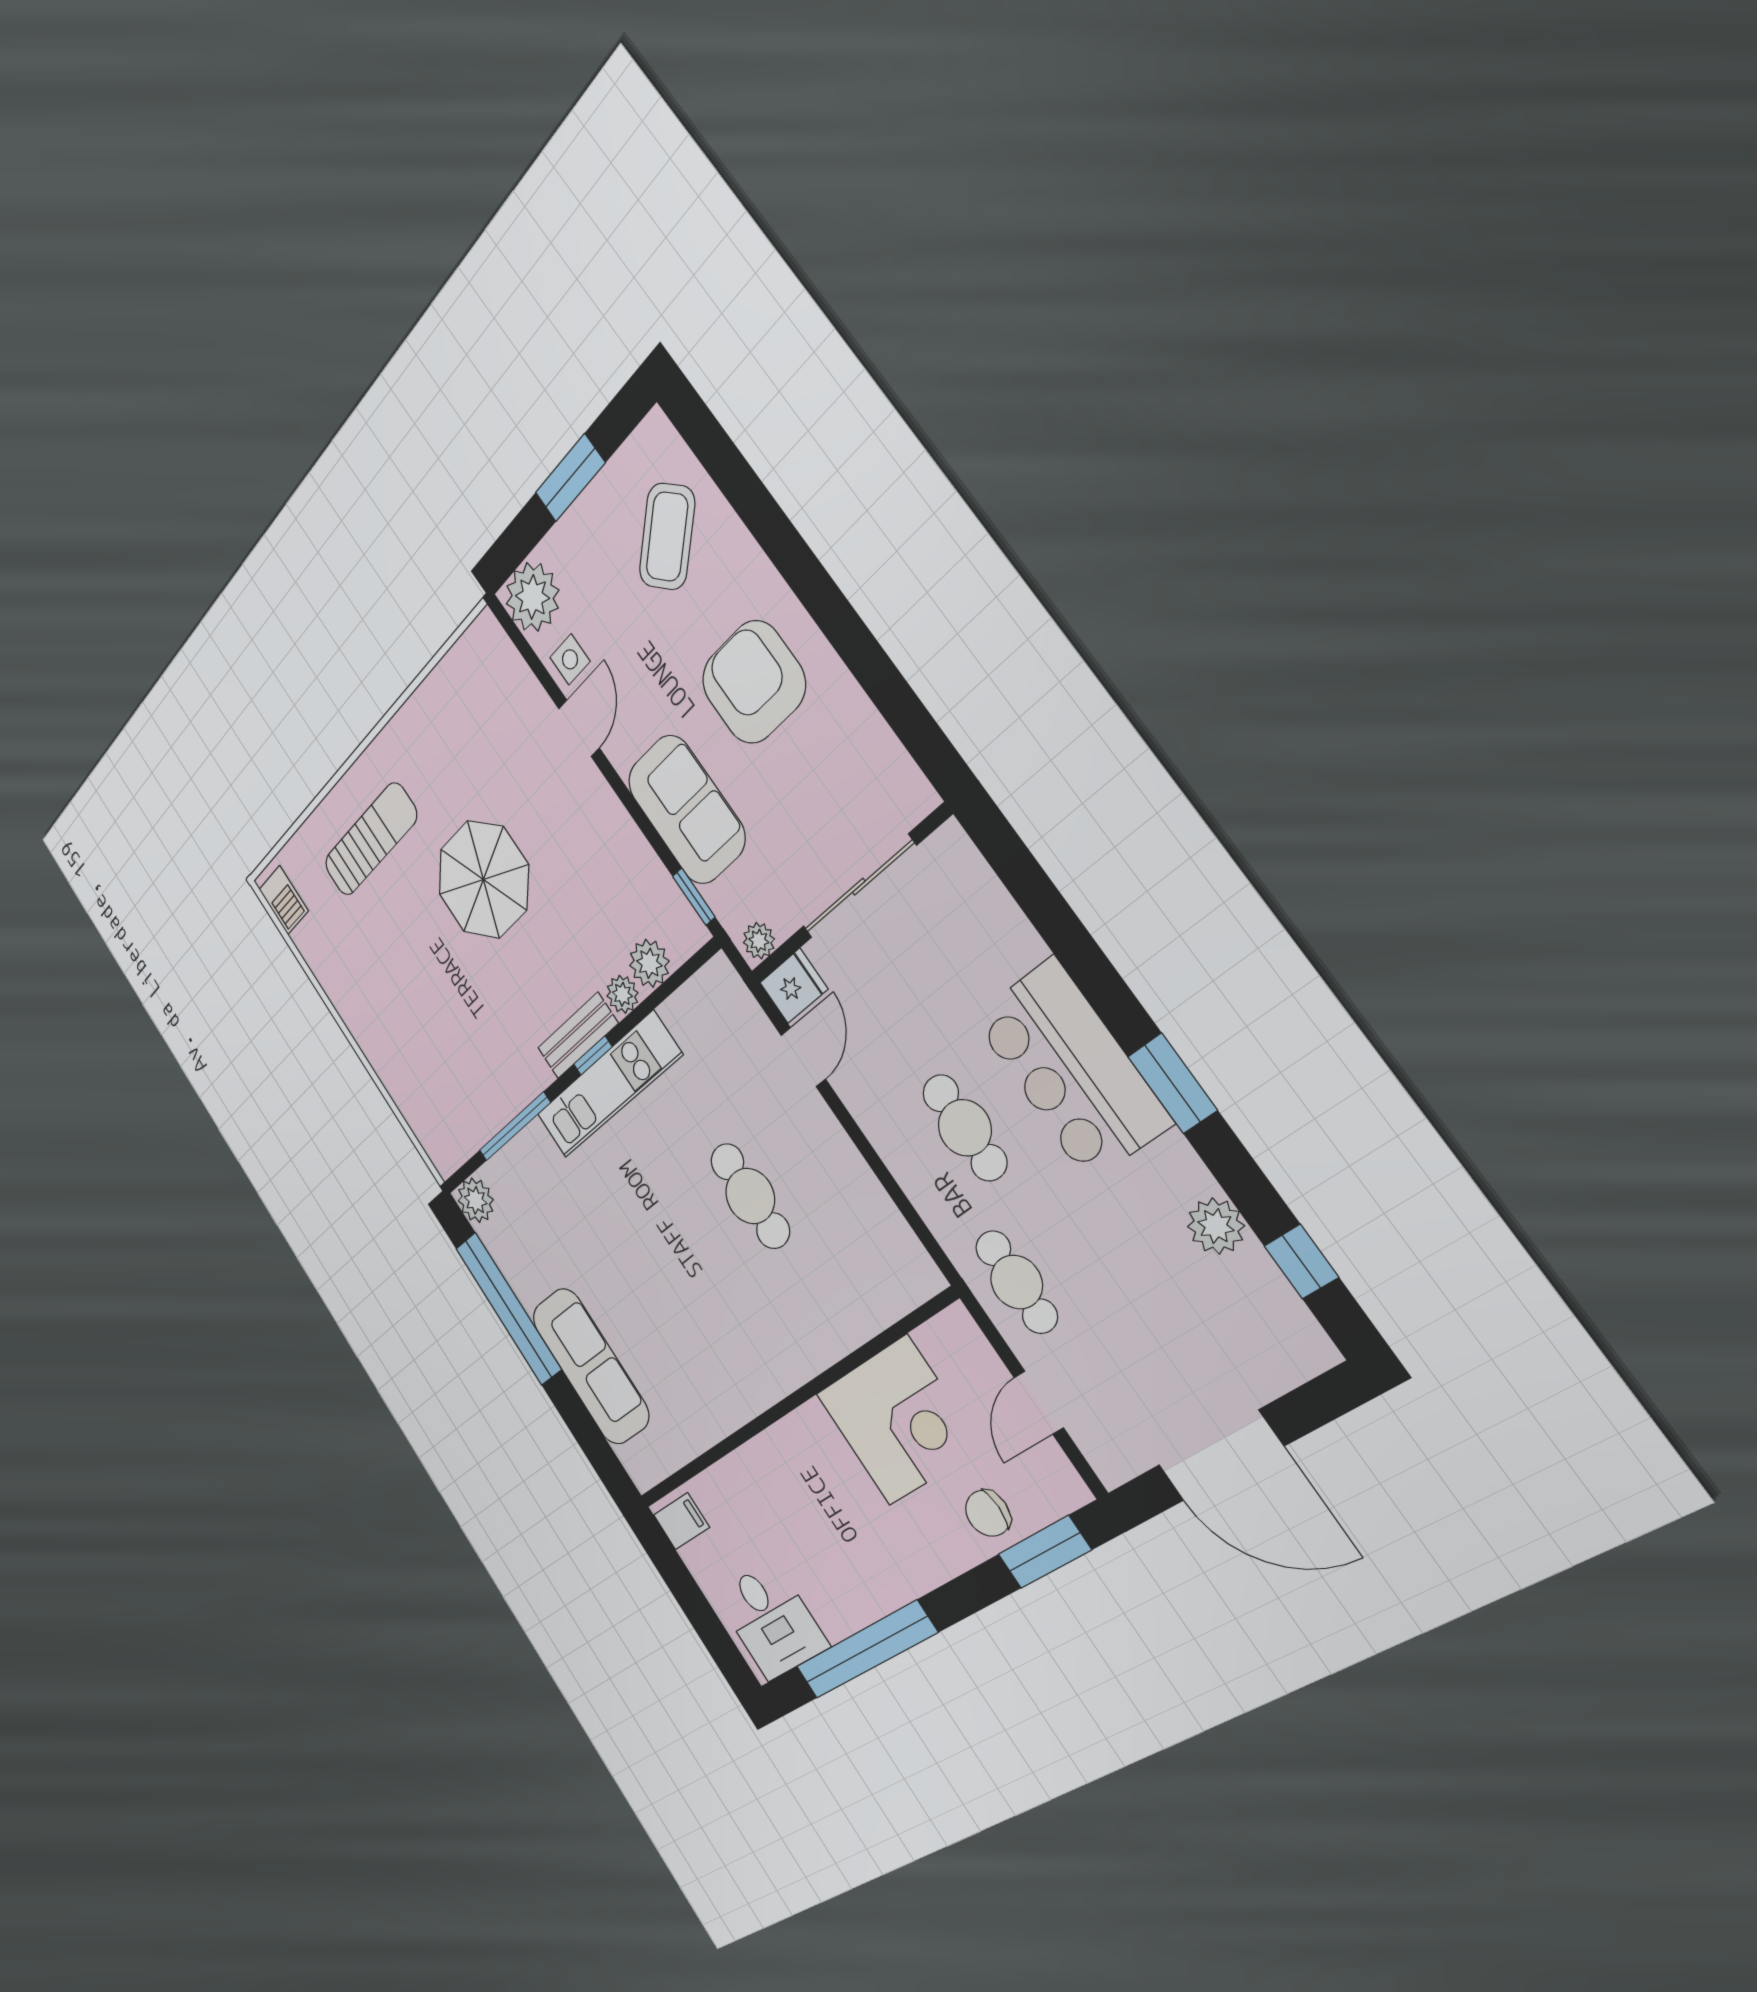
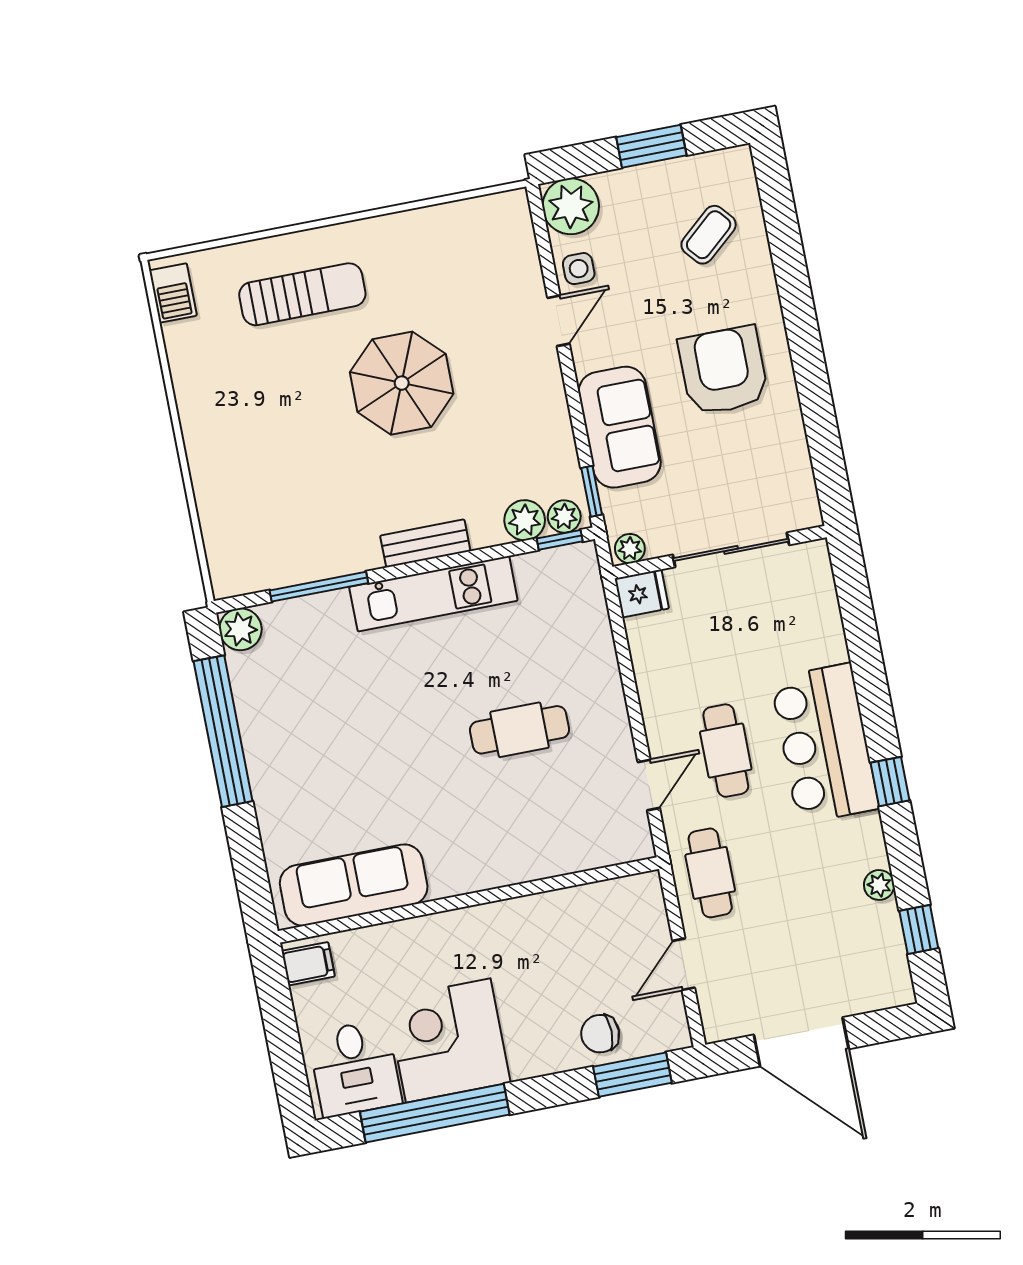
coffee table: (667, 537) -> (709, 235), width x0.73, depth x0.77
plant: (622, 994) -> (564, 516), moved
window: (593, 1056) -> (560, 540), moved
door: (803, 1057) -> (649, 785), moved
window: (1172, 1083) -> (890, 782), width x0.67
cafe table: (750, 1196) -> (520, 730), turned 90
plant: (1216, 1226) -> (879, 885), width x0.73, depth x0.73
sofa: (590, 1366) -> (354, 885), moved, turned -90
corner desk: (898, 1420) -> (448, 1041), moved, turned 180

